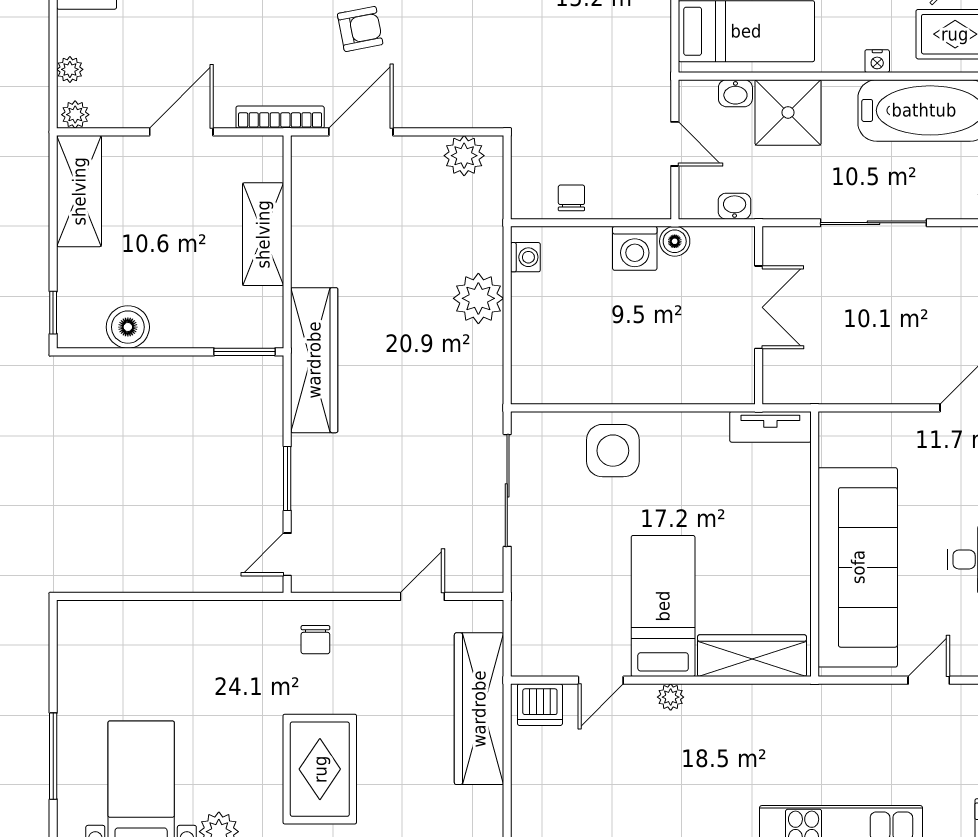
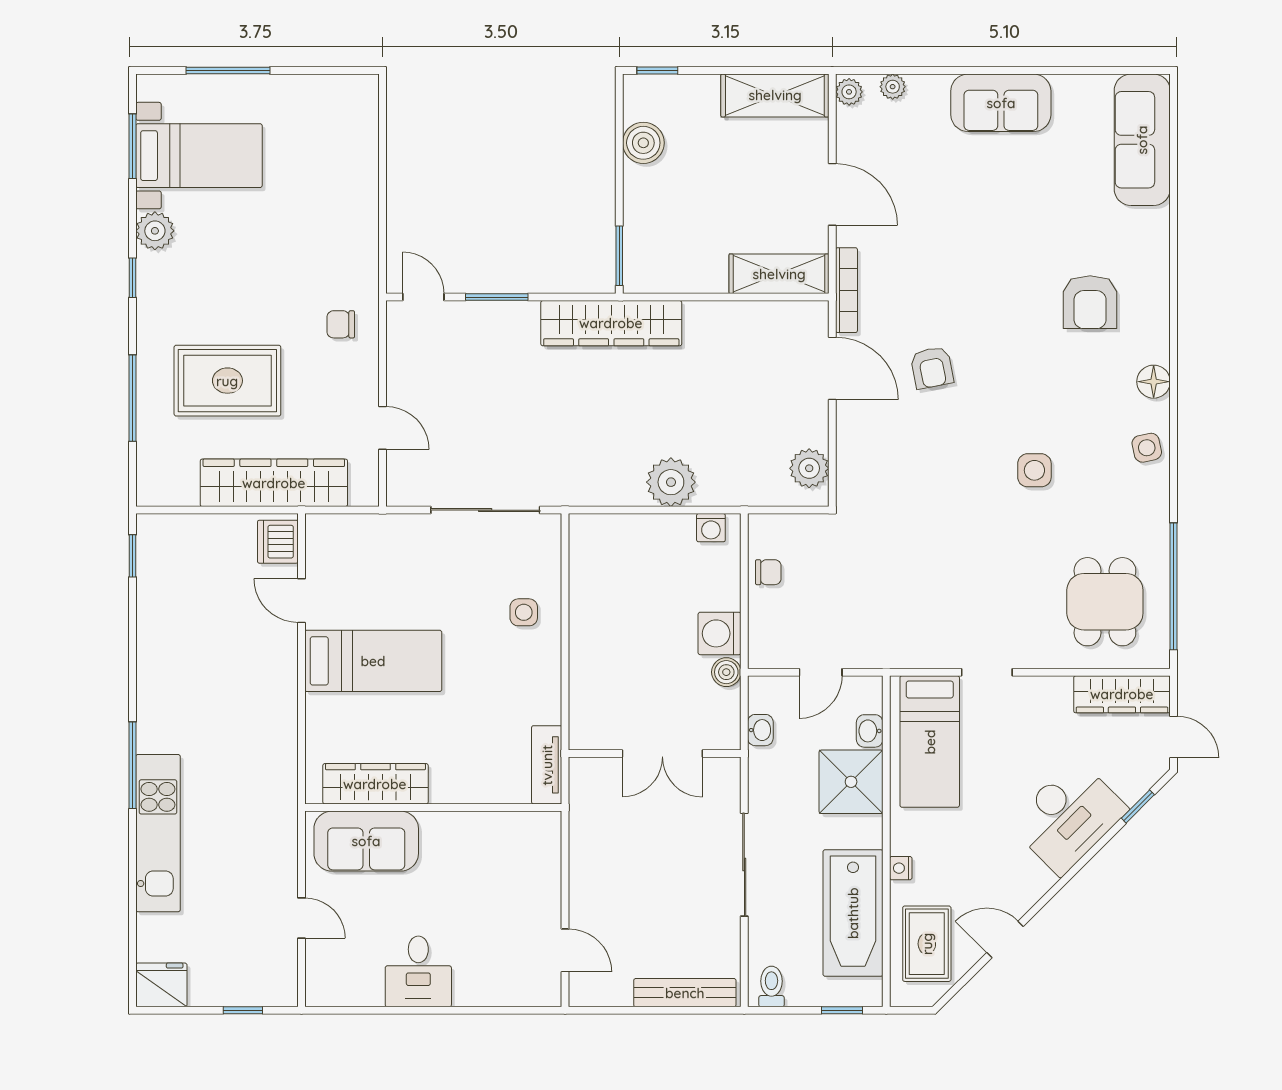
shelving: (263, 234) -> (779, 274), moved
side table: (613, 451) -> (524, 612), width x0.54, depth x0.54
sofa: (858, 567) -> (366, 841), width x0.54, depth x0.79
wardrobe: (752, 656) -> (375, 784), moved, turned -90
plant: (671, 697) -> (285, 668), removed
rug: (320, 769) -> (227, 381), moved

